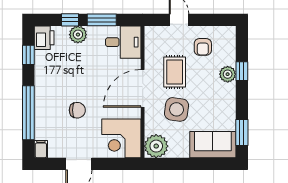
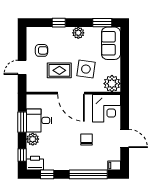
window: (70, 20) -> (22, 155), moved
desk: (123, 42) -> (39, 120), moved, turned -90
plant: (228, 74) -> (78, 33), moved

